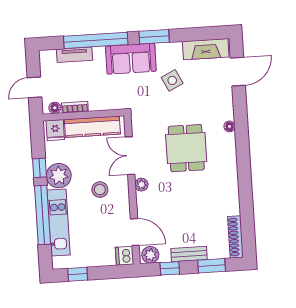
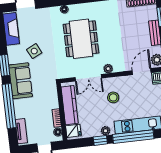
tv unit: (74, 55) -> (21, 131), moved
dining table: (186, 148) -> (81, 39), width x1.38
plant: (59, 176) -> (106, 131), width x0.53, depth x0.53

